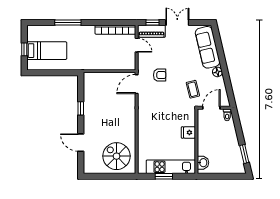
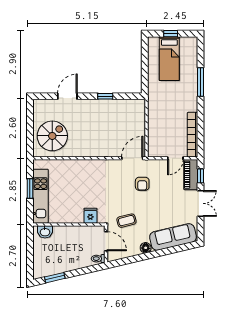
door: (137, 84) -> (132, 158), hinge flipped
fridge: (188, 132) -> (90, 216), moved

